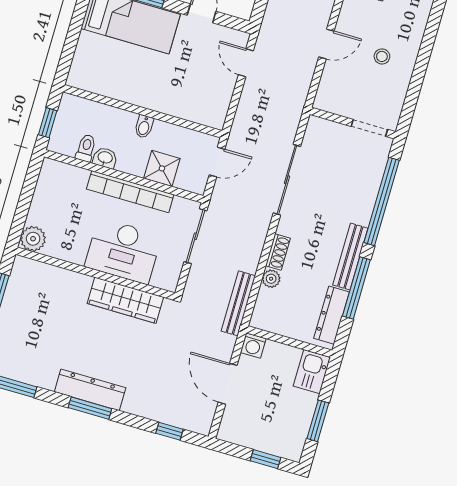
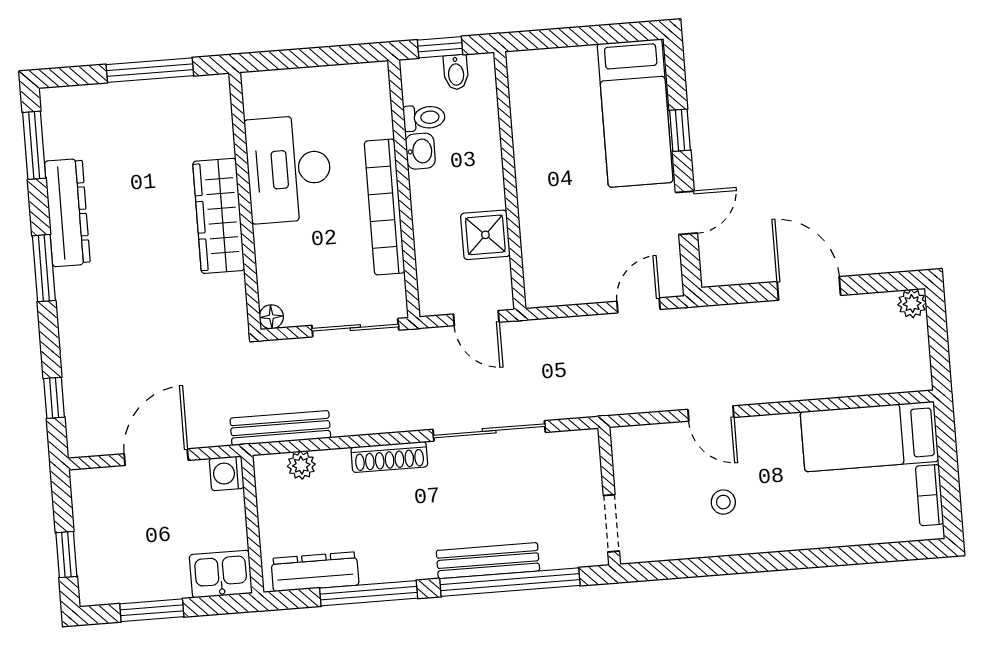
bidet: (144, 127) -> (456, 72), moved, turned -90
shower: (162, 168) -> (485, 235), moved
plant: (33, 239) -> (261, 90), removed
desk: (123, 251) -> (289, 169), moved
shoe rack: (278, 252) -> (389, 457), width x1.43
bench: (350, 257) -> (488, 561), moved
plant: (271, 279) -> (301, 465), moved
floor lamp: (170, 284) -> (271, 317), added
wardrobe: (125, 300) -> (219, 216), moved
dresser: (90, 390) -> (67, 213), moved

